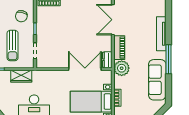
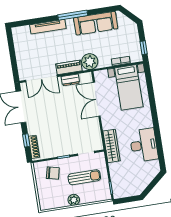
dresser: (107, 60) -> (70, 80), moved
wardrobe: (21, 76) -> (112, 146), moved, width x1.50

